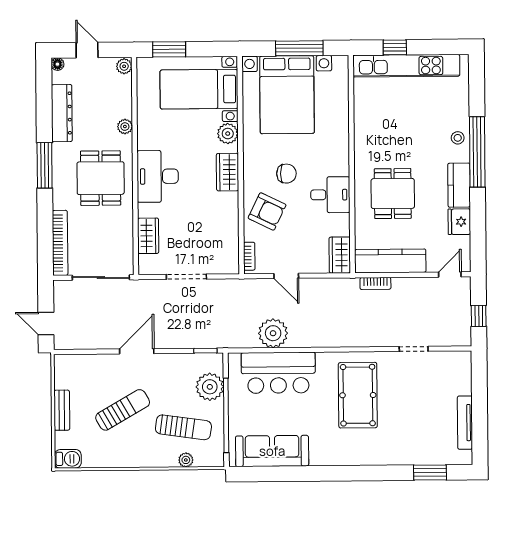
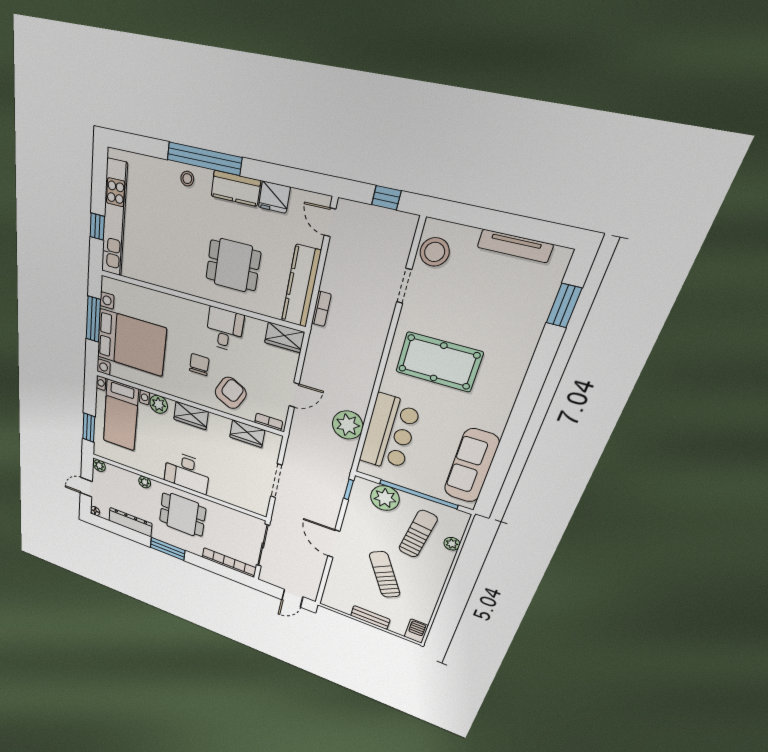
wardrobe: (148, 236) -> (247, 434), moved, turned 180
stool: (446, 365) -> (435, 252), added

